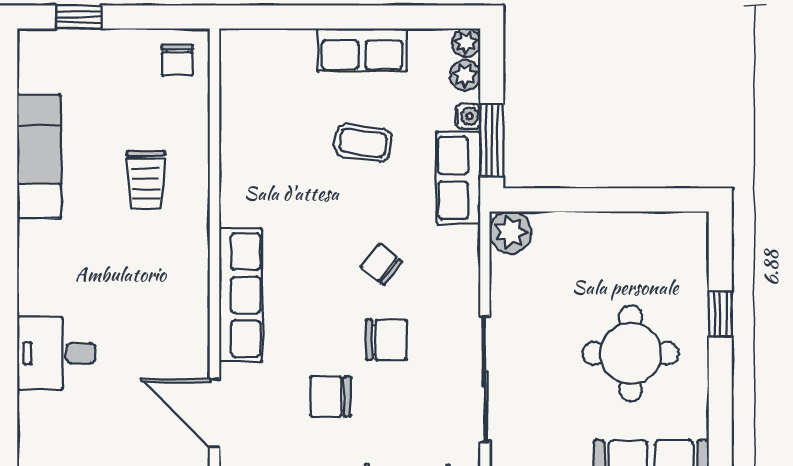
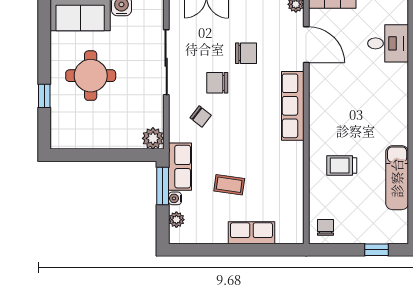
plant: (466, 43) -> (176, 237), removed
row of seats: (362, 50) -> (251, 233), moved
trolley: (146, 180) -> (342, 166), turned -90
chair: (382, 264) -> (201, 117), moved
desk: (56, 353) -> (388, 43), moved

